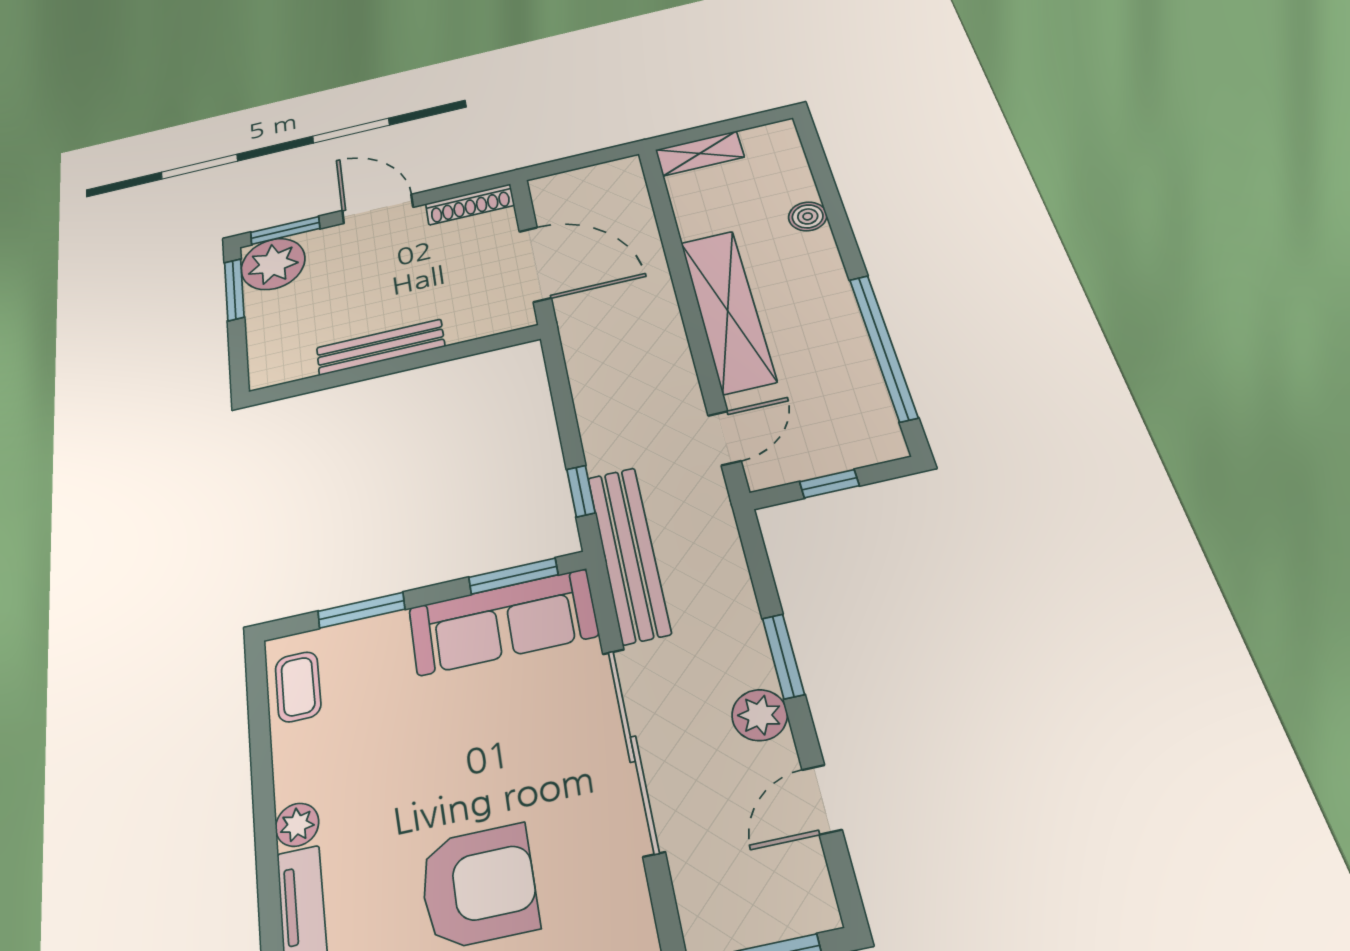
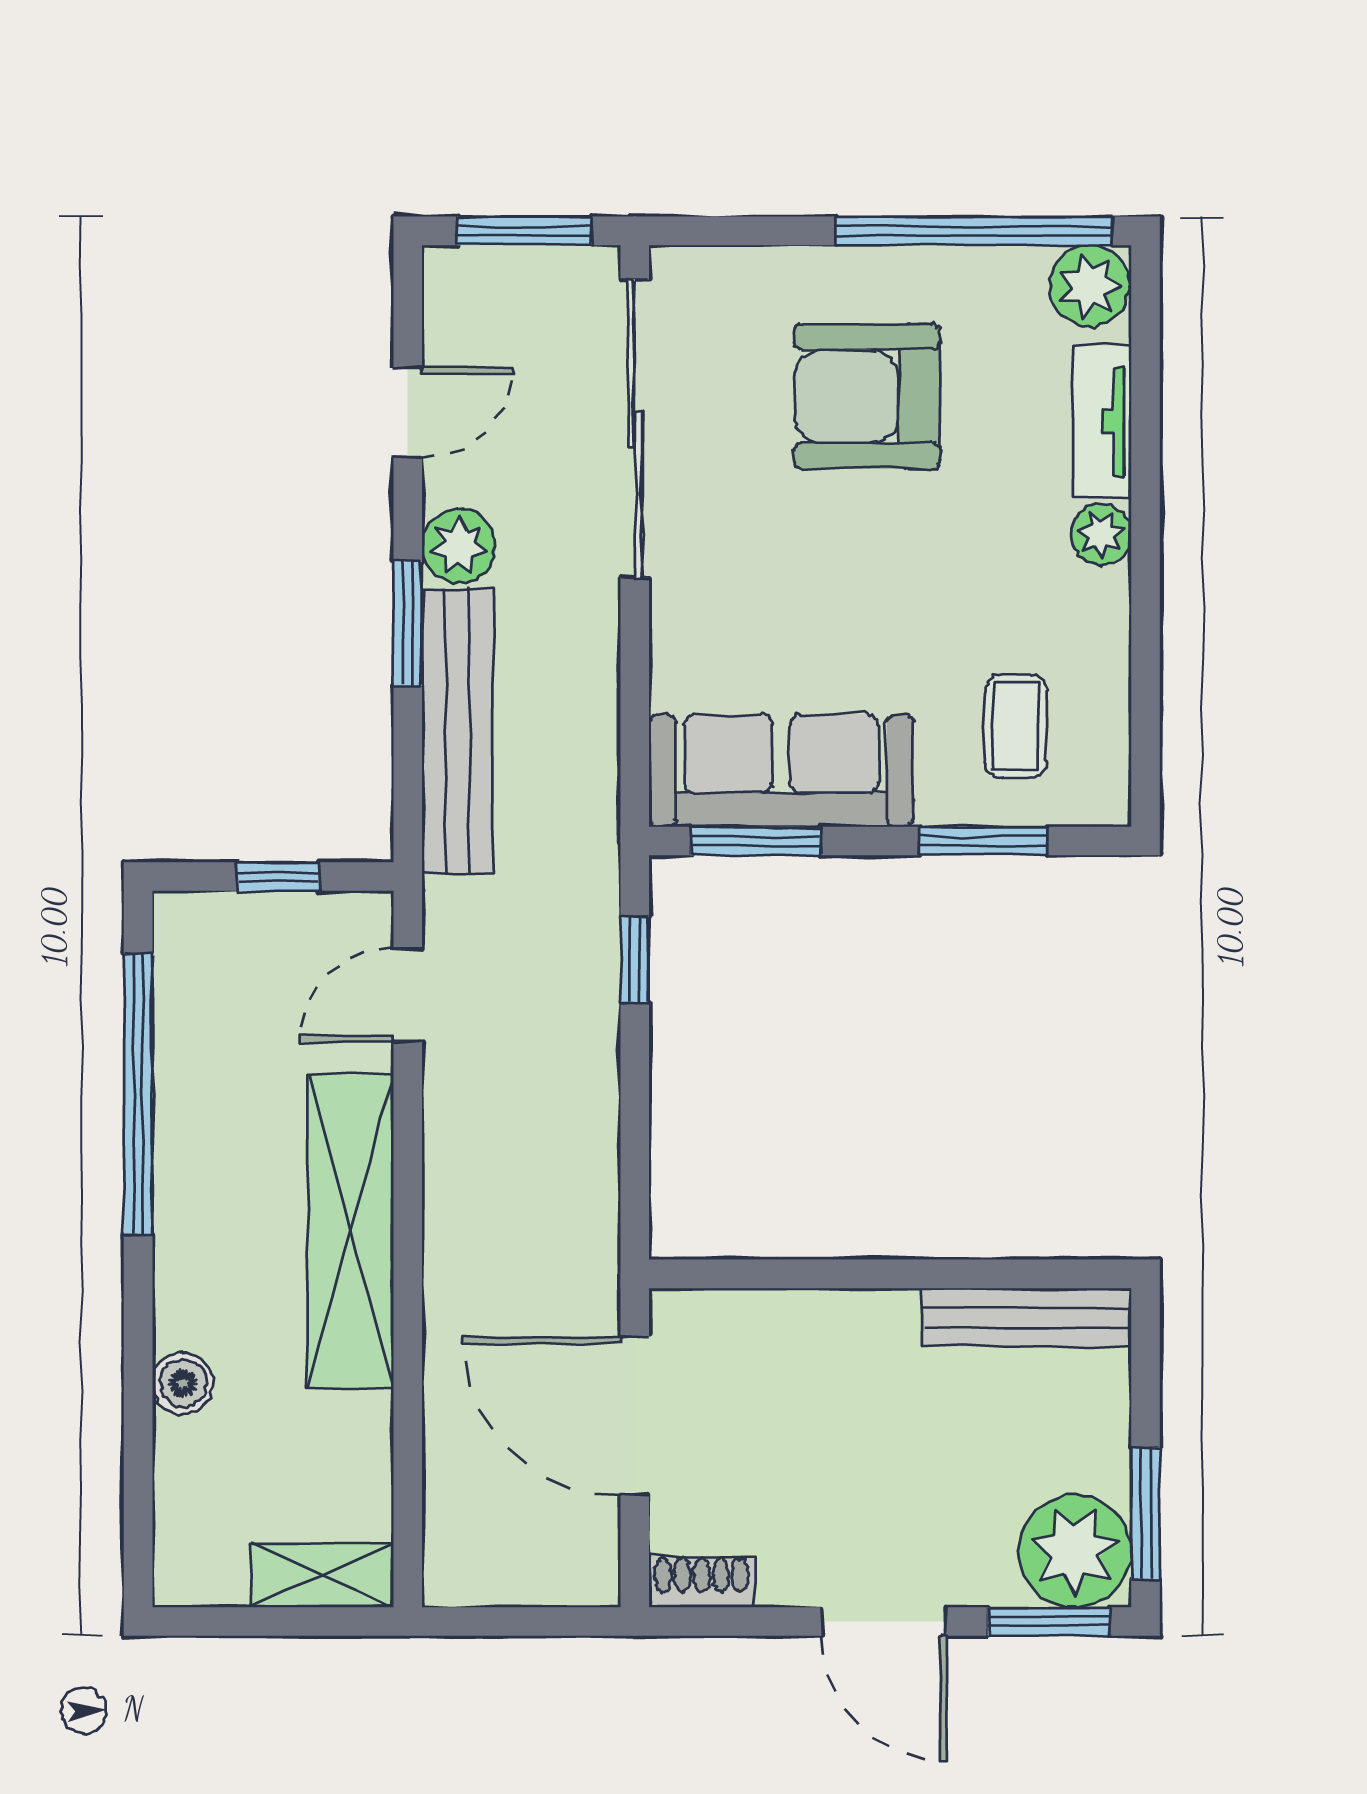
shoe rack: (470, 204) -> (702, 1582), width x0.70
bench: (380, 347) -> (1027, 1317), moved
bench: (629, 554) -> (457, 731), moved
coffee table: (298, 687) -> (1016, 726), moved
sliding door: (633, 749) -> (635, 429), moved

